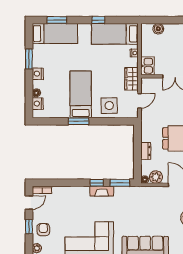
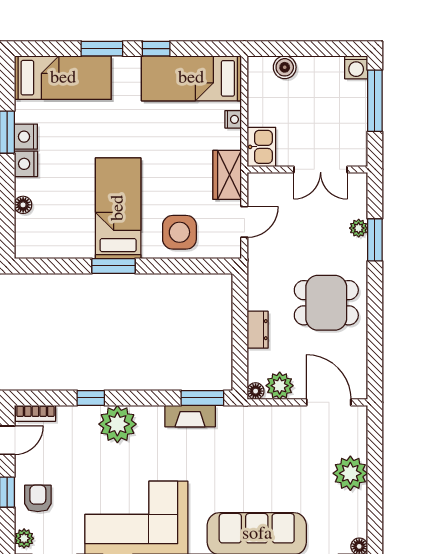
window: (57, 20) -> (102, 49), moved
nightstand: (38, 104) -> (26, 137), moved
window: (97, 183) -> (91, 398), moved
fireplace: (102, 191) -> (190, 416), moved
plant: (80, 195) -> (117, 424), added

